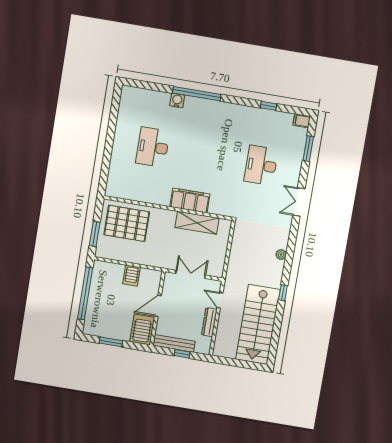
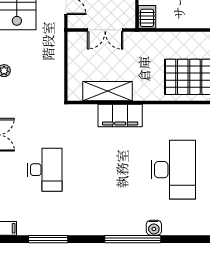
window: (269, 106) -> (48, 239), width x2.17
desk: (153, 147) -> (173, 170), width x1.36, depth x1.30
server rack: (132, 276) -> (147, 17), moved

